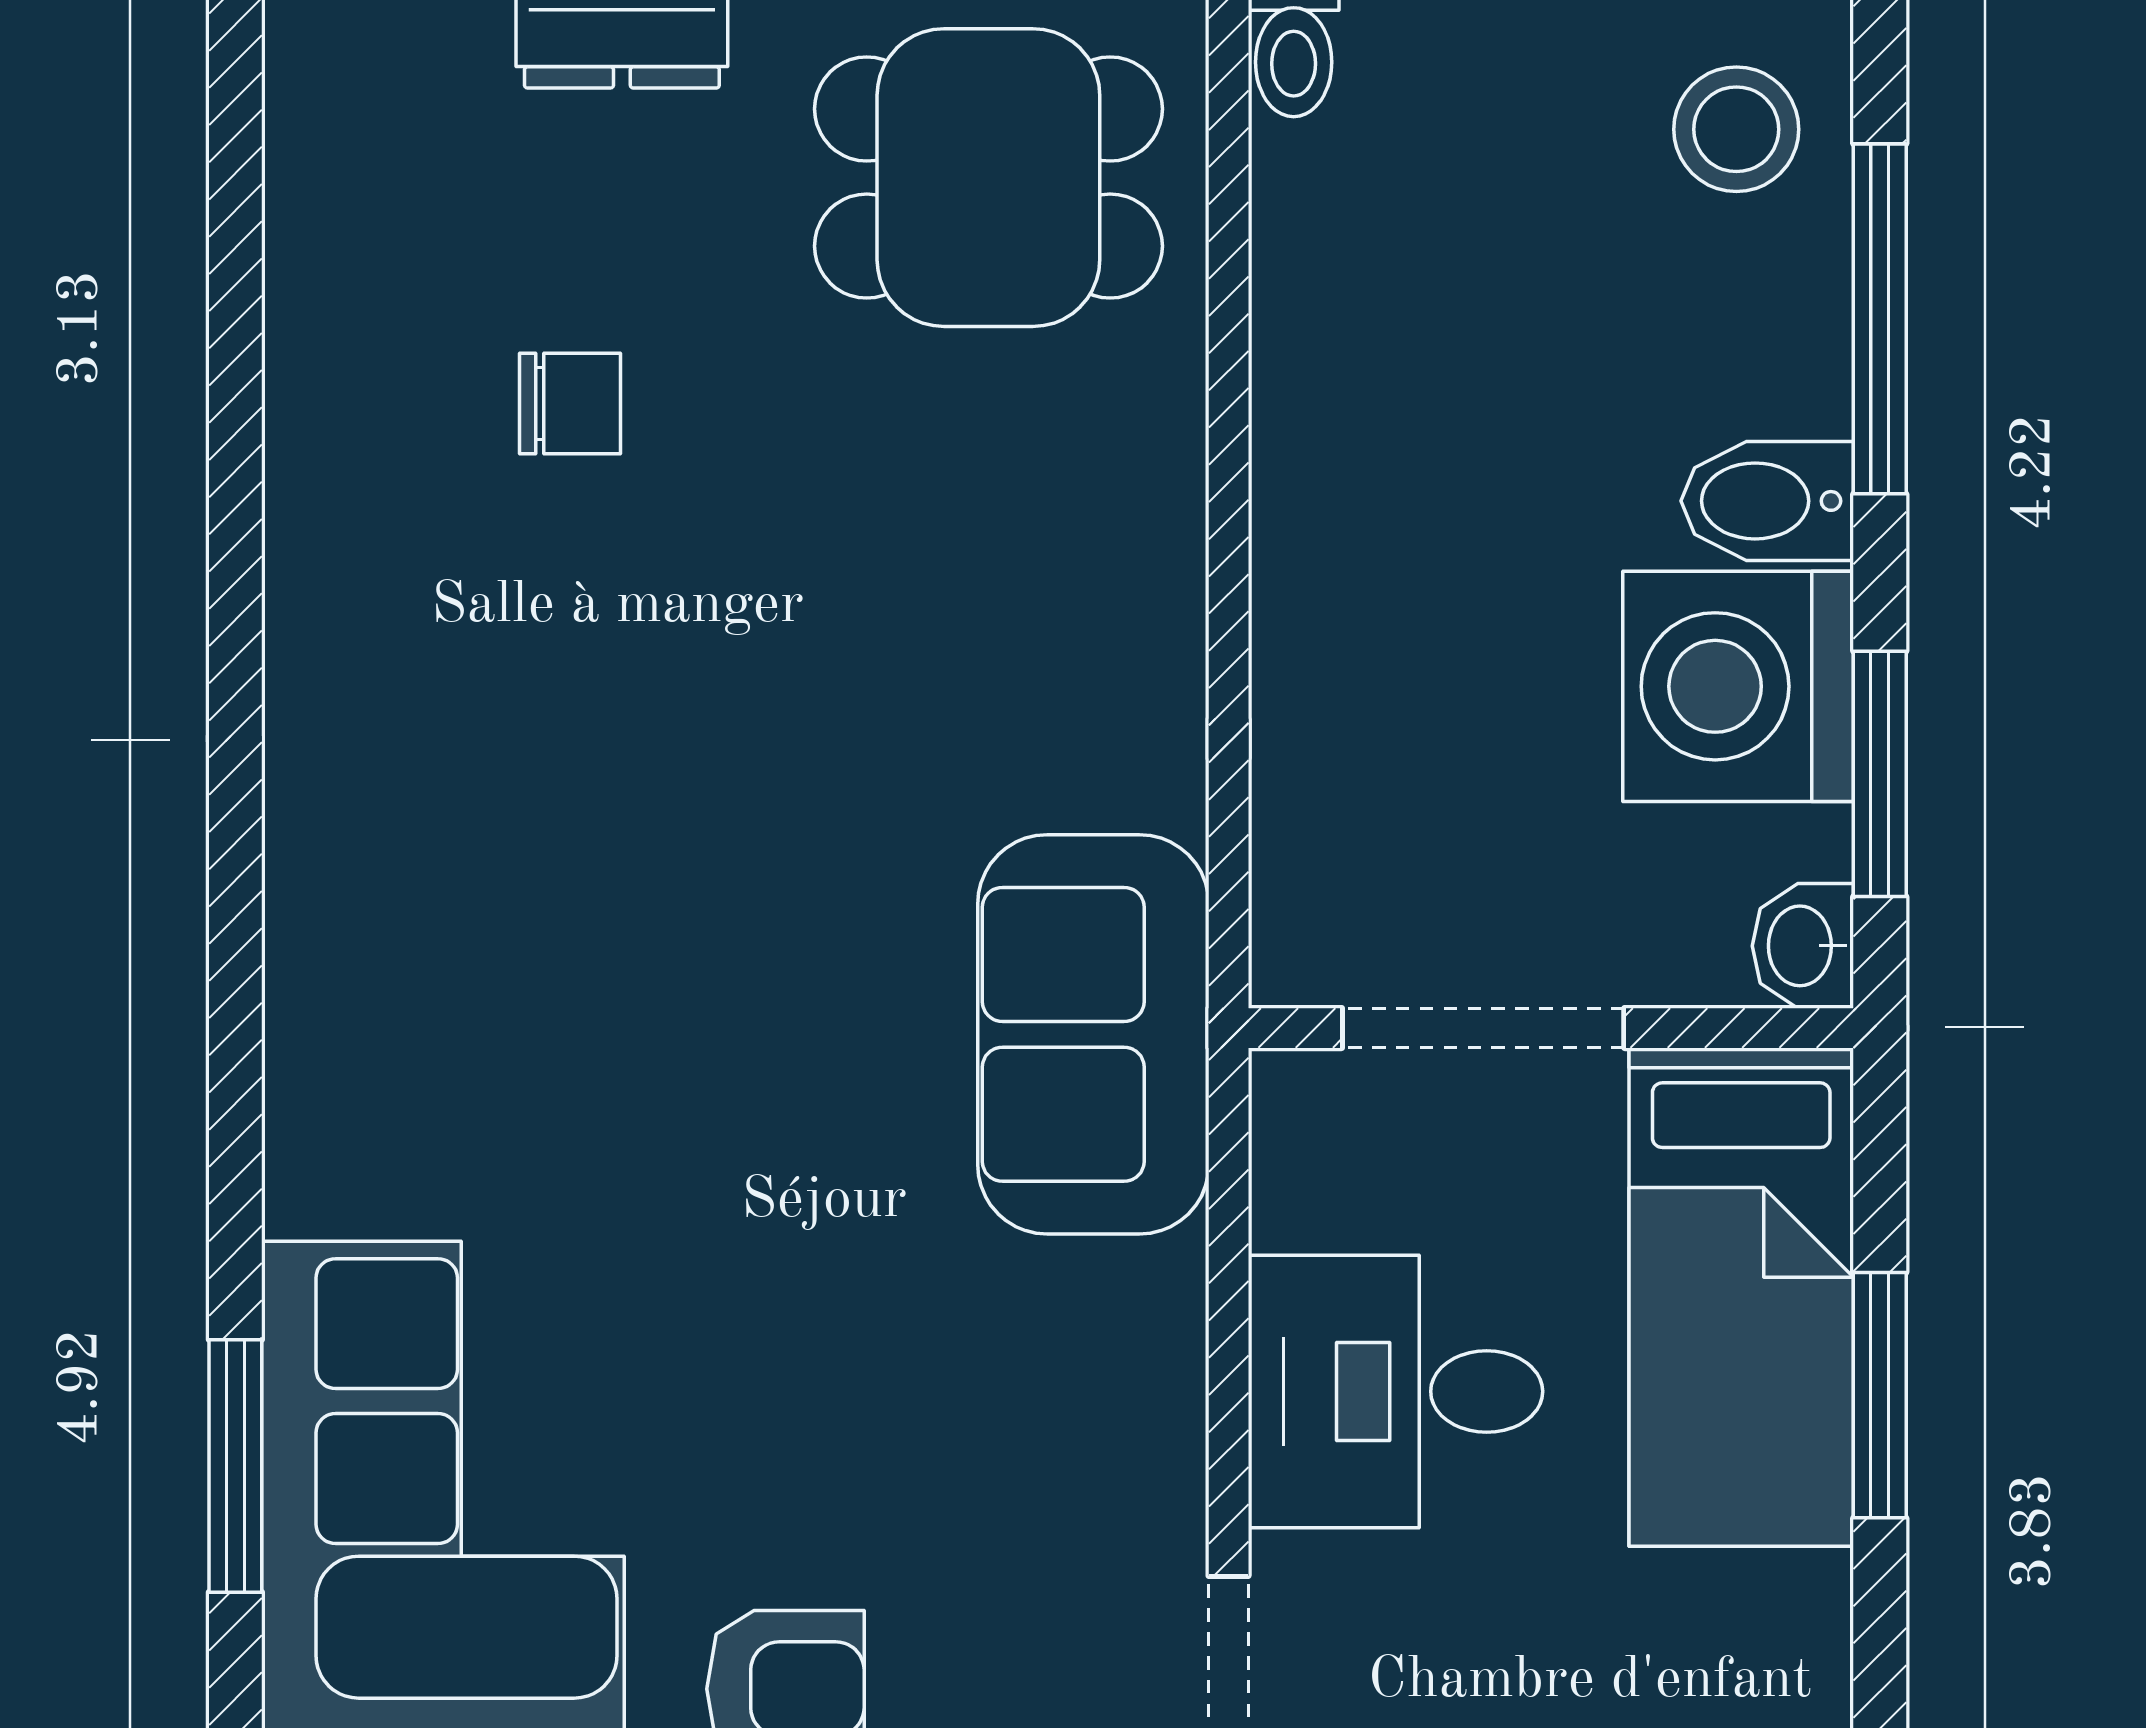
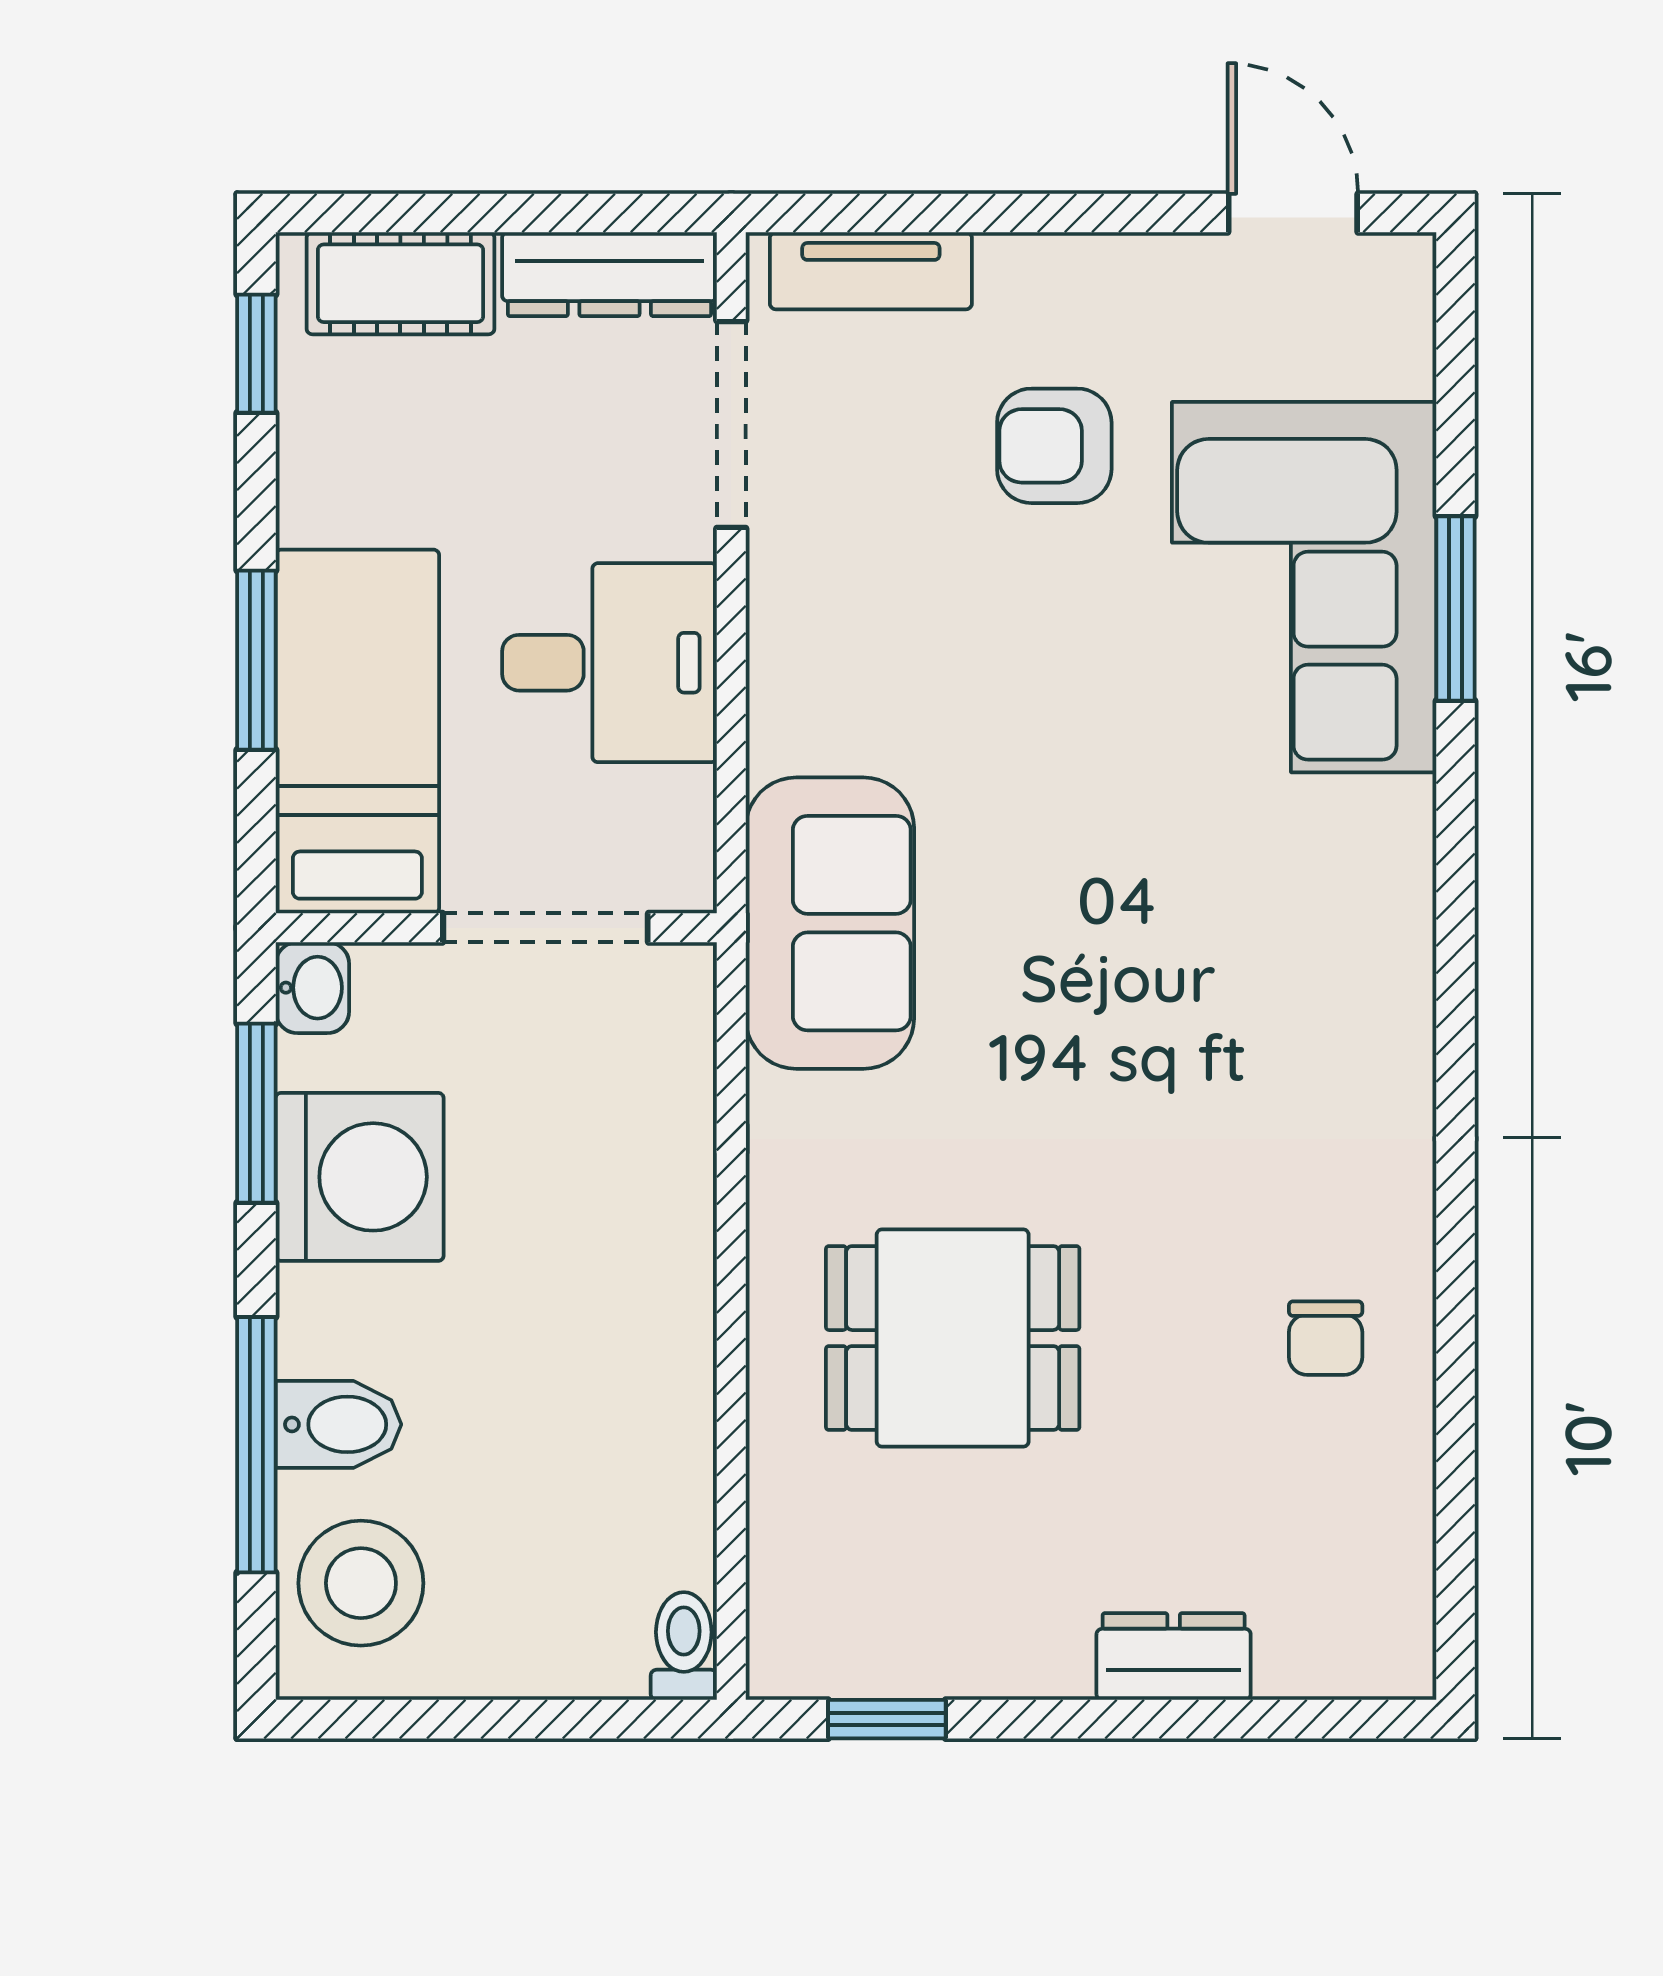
stool: (1736, 129) -> (361, 1583), width x1.38, depth x1.38
dining table: (988, 178) -> (953, 1338), moved
chair: (570, 403) -> (1326, 1338), moved, turned -90
bidet: (1767, 501) -> (338, 1424), moved

